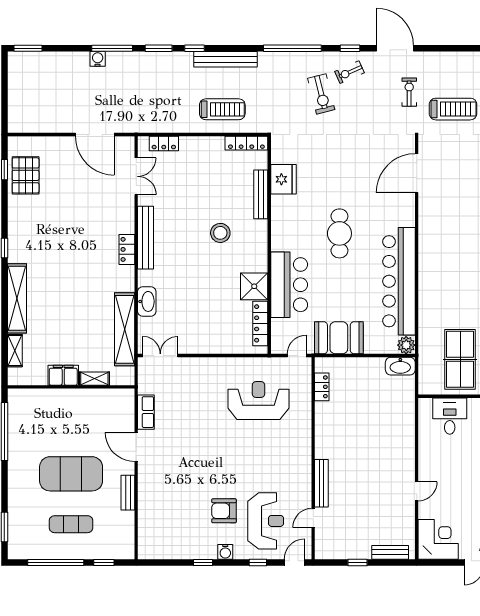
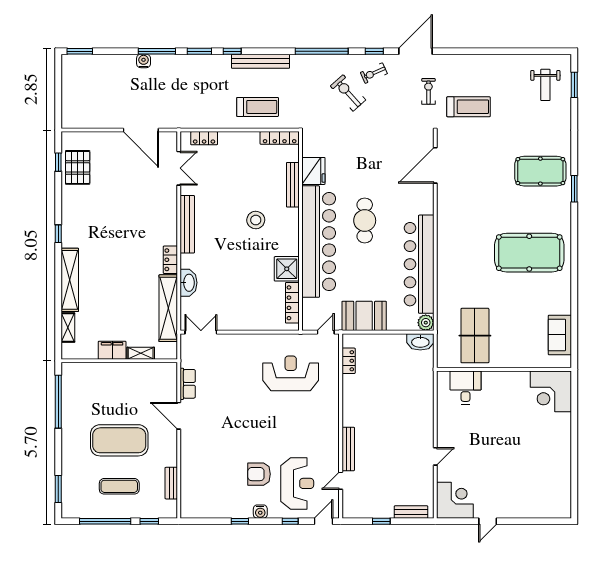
door: (395, 48) -> (415, 51), hinge flipped
exercise bike: (321, 94) -> (348, 93), turned 152
locker: (127, 249) -> (170, 260), moved
bar counter: (289, 285) -> (319, 242), width x1.86
bench: (128, 493) -> (171, 483), moved

